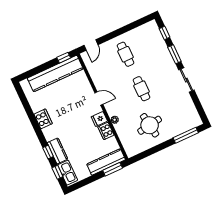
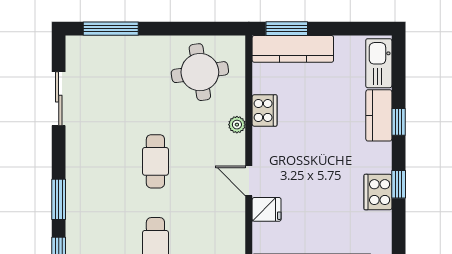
sliding door: (186, 80) -> (59, 99), moved
fridge: (99, 119) -> (267, 209), moved
round table: (150, 125) -> (200, 72), moved
window: (57, 172) -> (399, 184), moved

